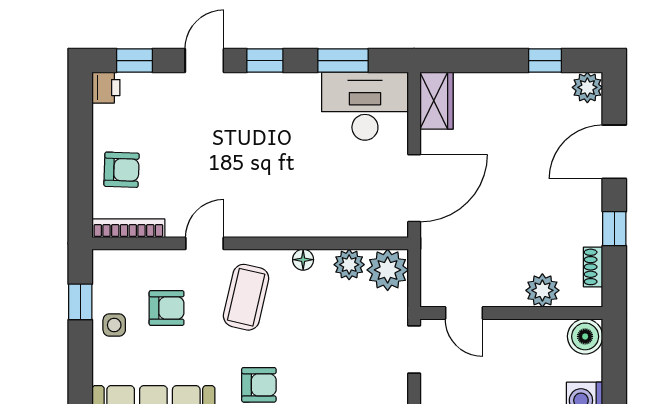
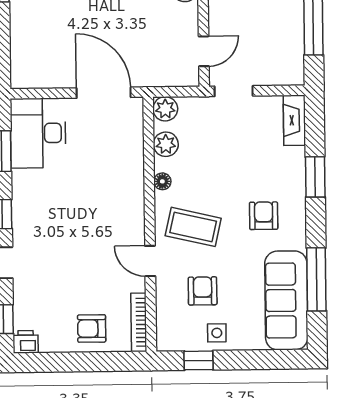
wardrobe: (436, 101) -> (33, 75), removed
armchair: (122, 170) -> (92, 329), turned -92
plant: (388, 270) -> (165, 109), width x0.73, depth x0.73

